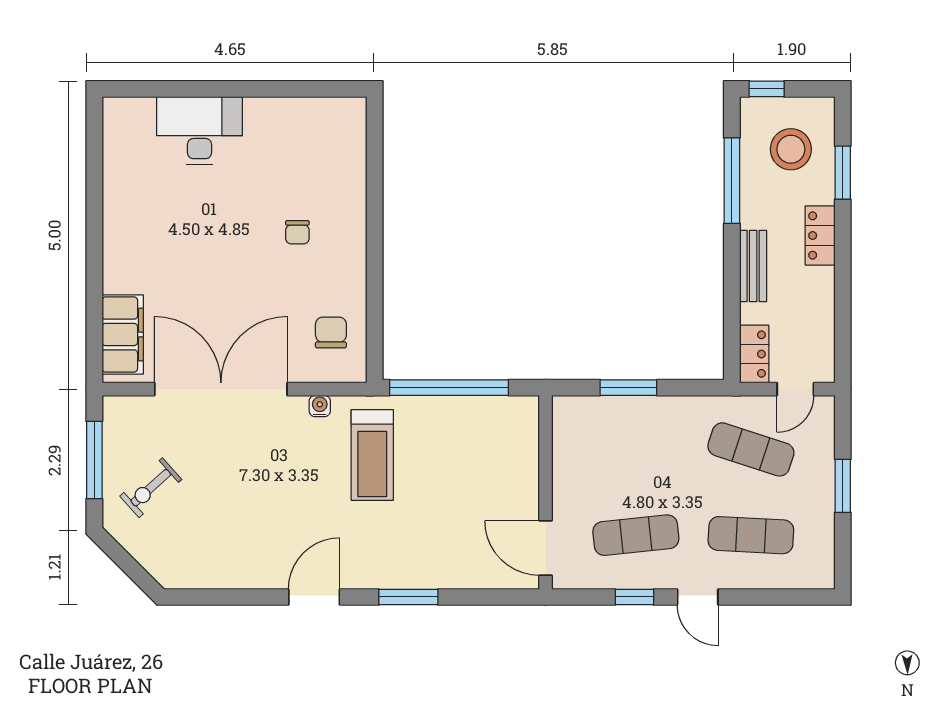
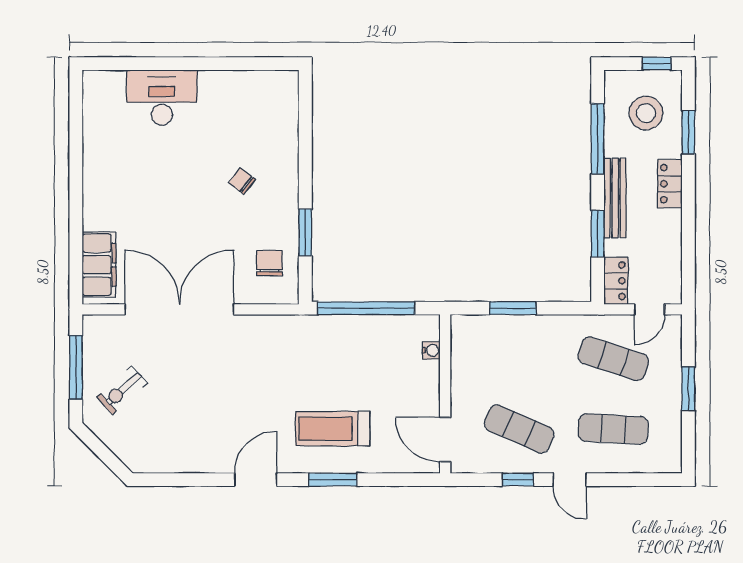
window: (767, 89) -> (657, 64), moved
chair: (297, 232) -> (242, 181), turned 128
bench: (753, 266) -> (615, 198), width x1.36
window: (375, 295) -> (305, 232), added
window: (732, 297) -> (598, 234), added
water cooler: (320, 406) -> (431, 350), moved, turned 90
treadmill: (372, 455) -> (333, 429), moved, turned 90
exercise mat: (636, 535) -> (519, 429), turned 30

